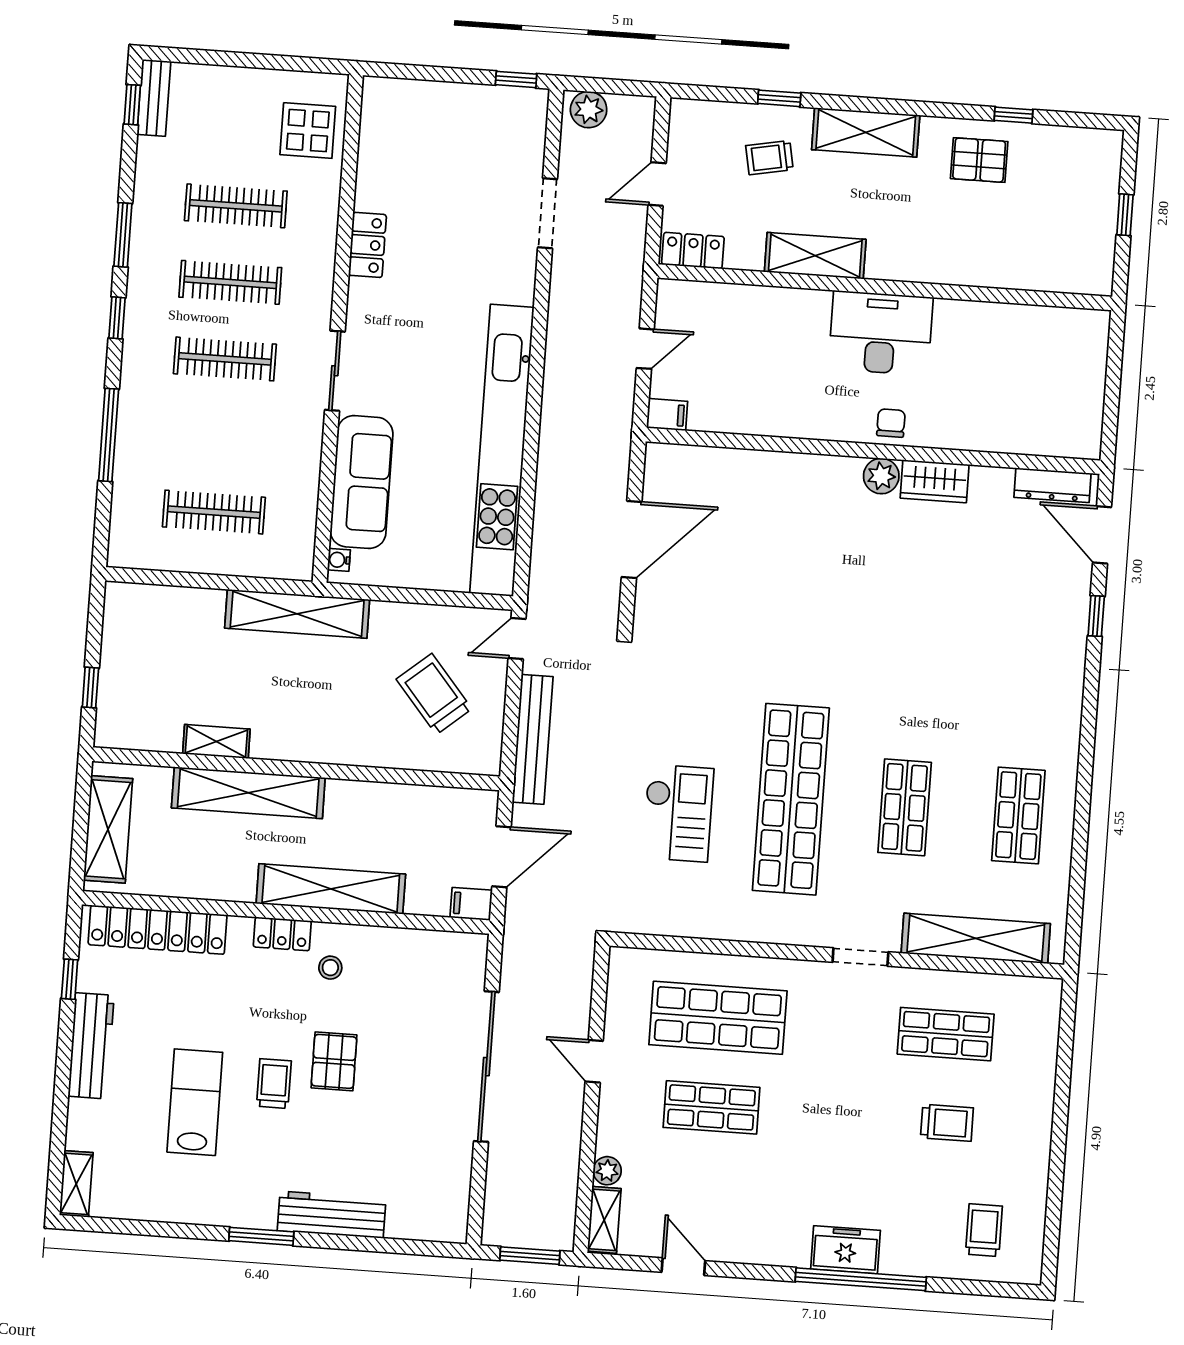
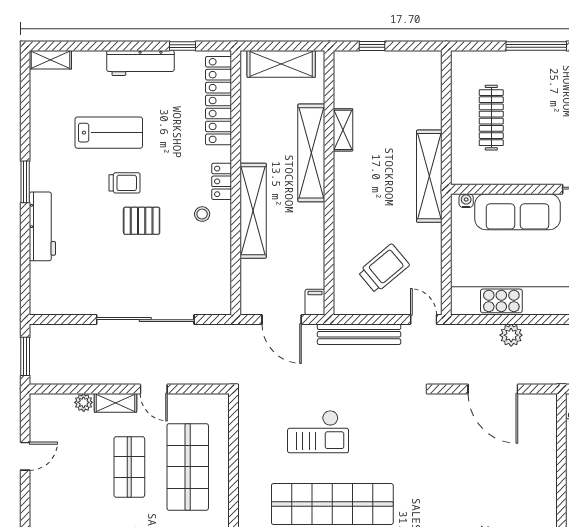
plant: (551, 506) -> (511, 335), added
filing cabinet: (471, 904) -> (315, 302), moved
door: (594, 1061) -> (154, 389), swing flipped
shelving: (604, 1220) -> (115, 403), moved

